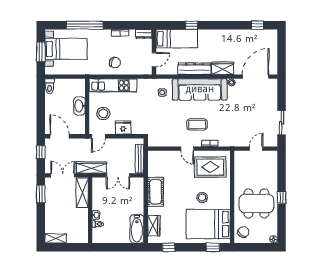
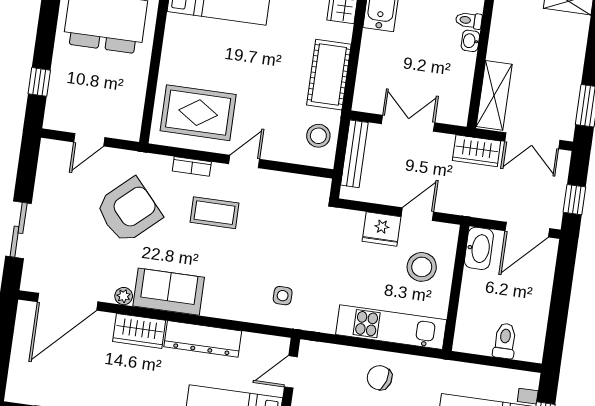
toilet: (50, 86) -> (505, 341), moved
sofa: (200, 89) -> (169, 292), width x0.54, depth x0.79
washbasin: (79, 106) -> (479, 248), moved
armchair: (235, 120) -> (129, 211), added
sliding door: (281, 123) -> (19, 230), moved
door: (59, 136) -> (527, 230), hinge flipped
door: (98, 136) -> (417, 214), moved
door: (187, 149) -> (244, 162), hinge flipped
wardrobe: (91, 168) -> (477, 151), width x0.67
window: (281, 197) -> (39, 82), moved
stool: (202, 198) -> (318, 136), moved

